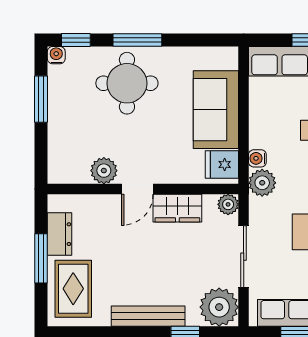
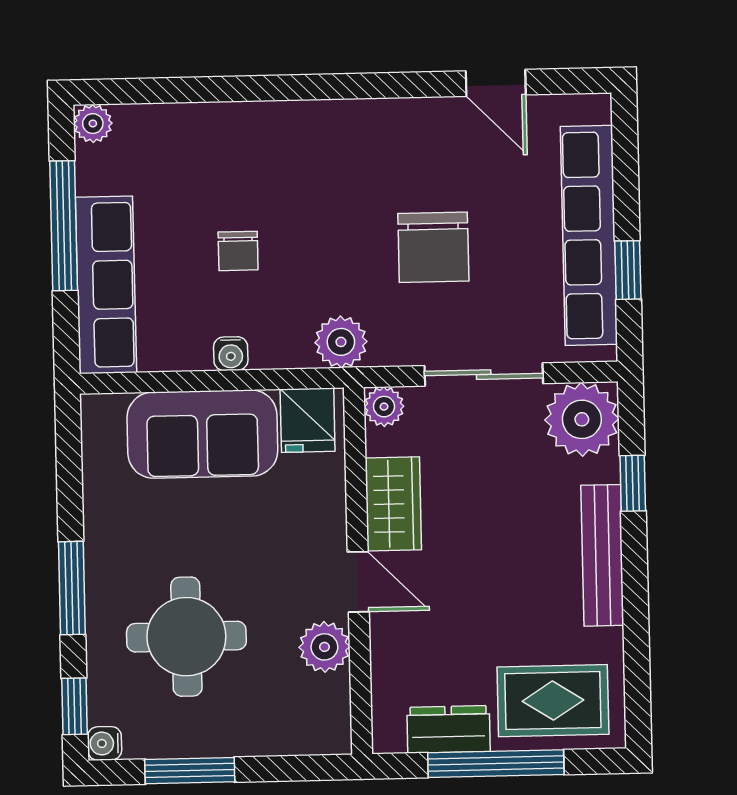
round table: (127, 83) -> (186, 637), moved
water cooler: (257, 158) -> (231, 354), moved
window: (41, 258) -> (496, 764), width x1.44

